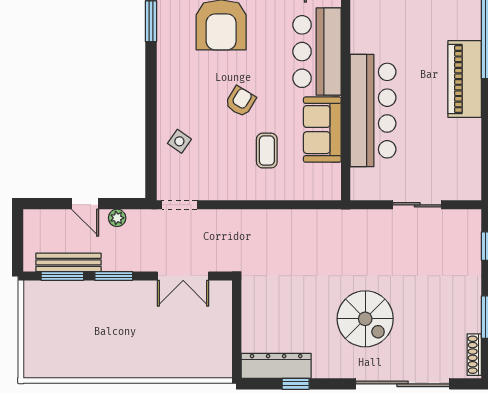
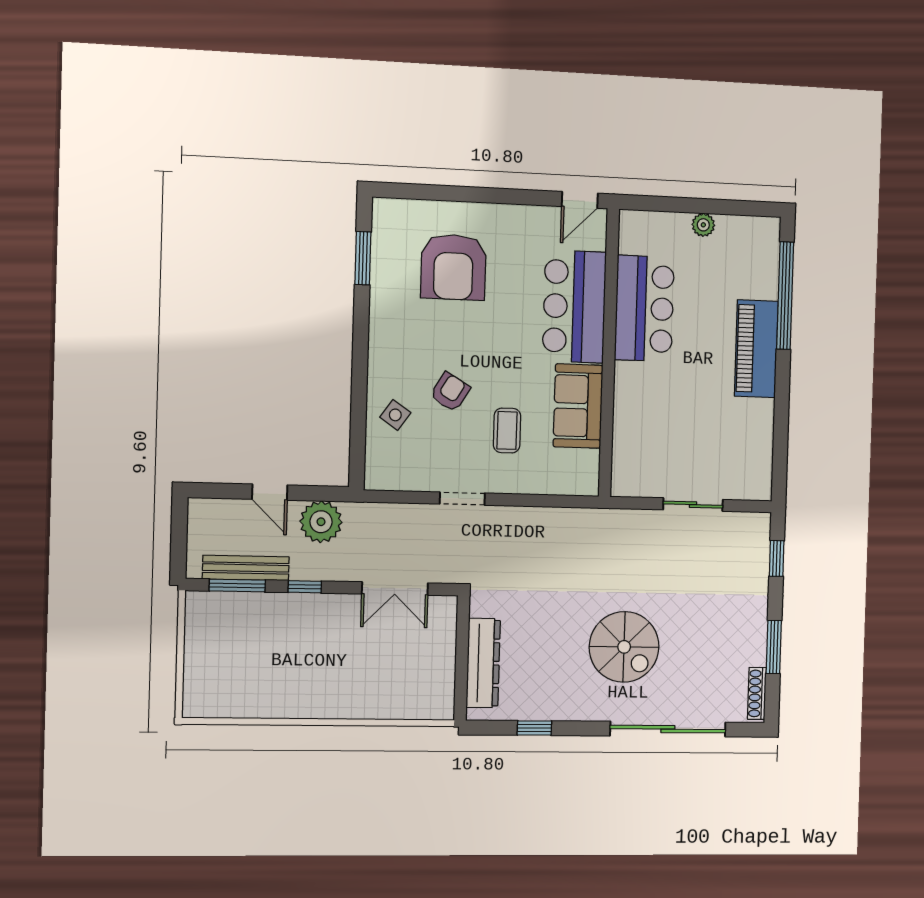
armchair: (240, 101) -> (450, 392), moved
bar counter: (373, 111) -> (644, 308), moved, width x0.73
doorway: (179, 205) -> (462, 499), moved
plant: (117, 218) -> (321, 522), width x1.88, depth x1.88
window: (114, 276) -> (305, 587), width x0.67
dresser: (276, 366) -> (483, 663), moved, turned 90

